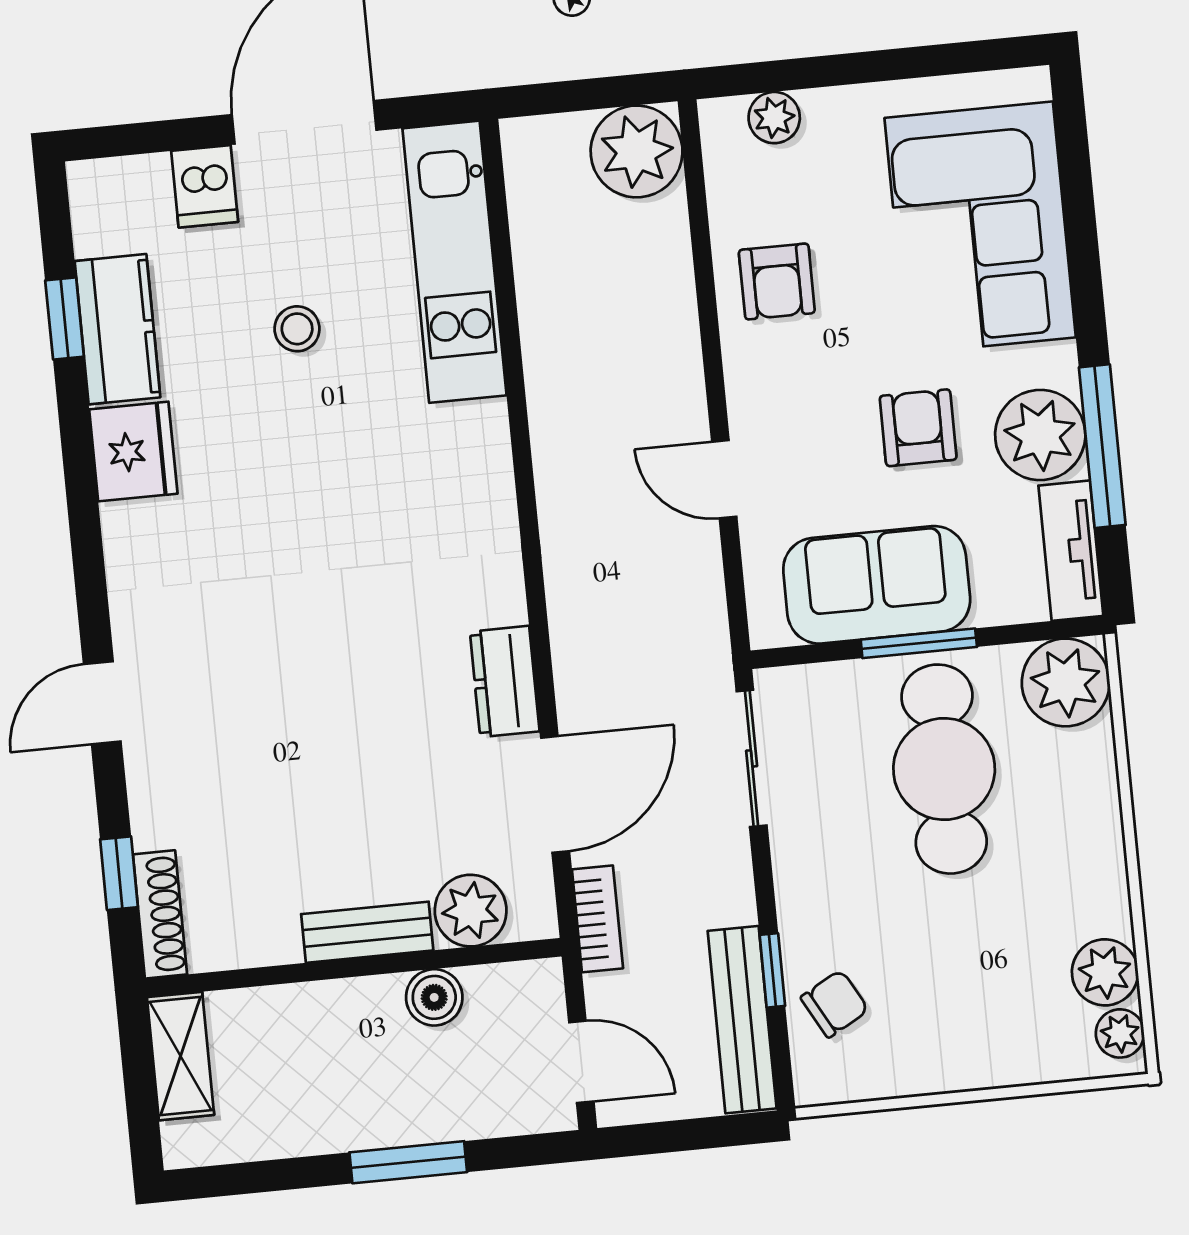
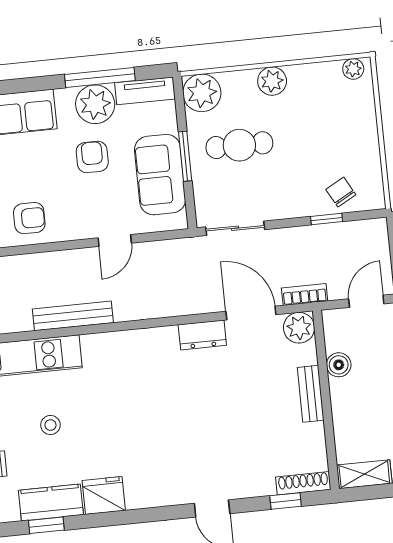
armchair: (918, 428) -> (92, 157), turned 90
cafe table: (944, 769) -> (239, 145), width x0.73, depth x0.74
plant: (471, 911) -> (299, 328), moved
plant: (1105, 972) -> (272, 81), moved
bench: (742, 1020) -> (73, 316), moved

